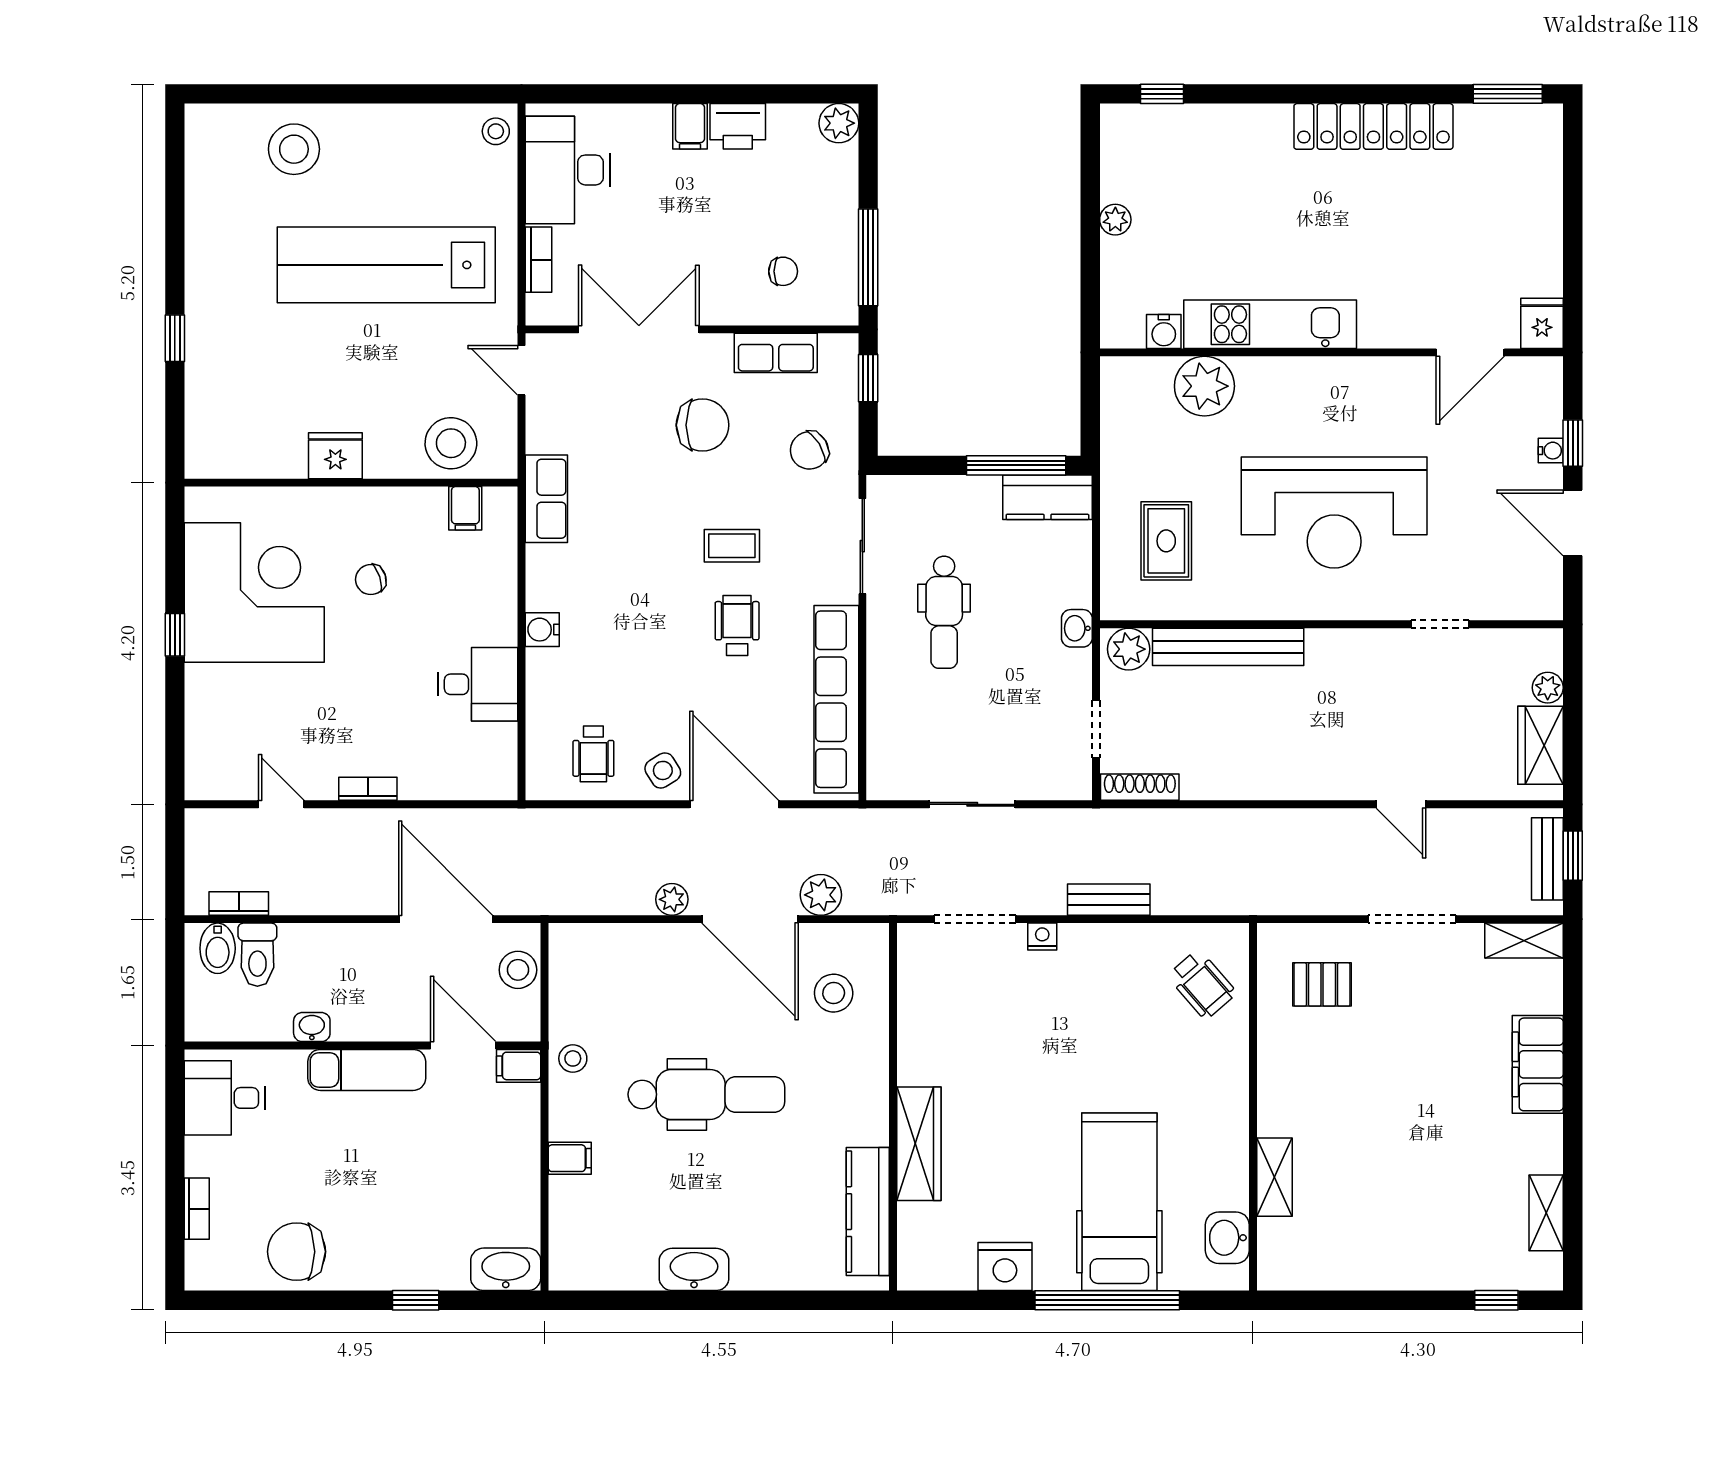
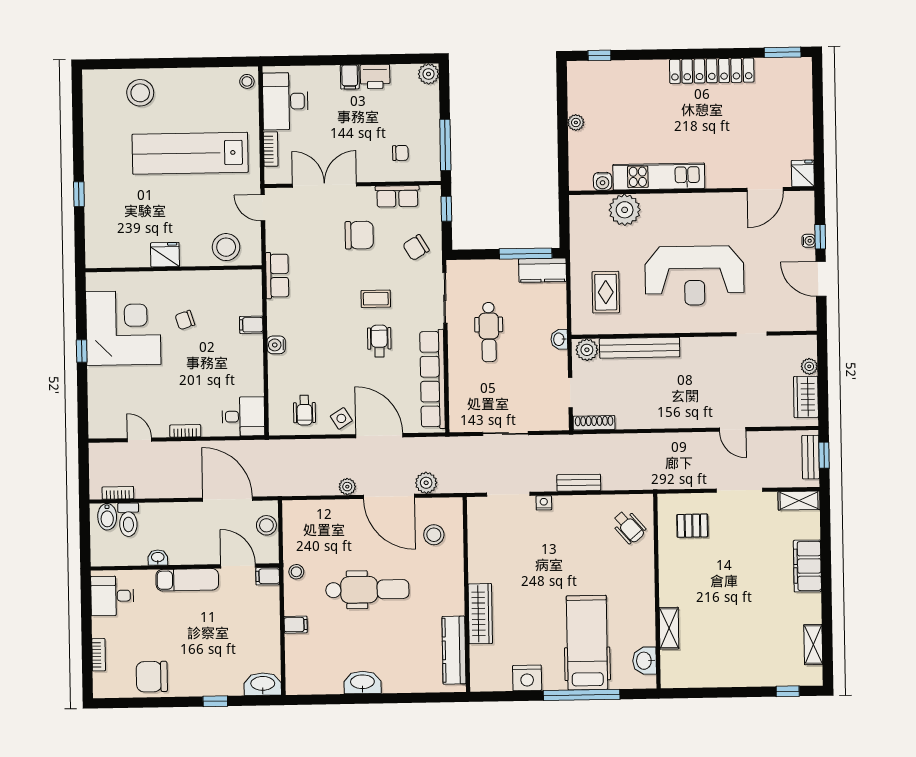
filing cabinet: (465, 508) -> (251, 325), moved, turned 90
desk: (478, 684) -> (243, 416), moved

